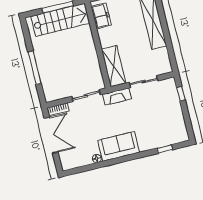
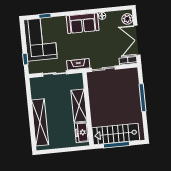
shelving: (114, 66) -> (79, 106), moved
corner sofa: (166, 120) -> (40, 39), added
plant: (66, 159) -> (127, 19), added

